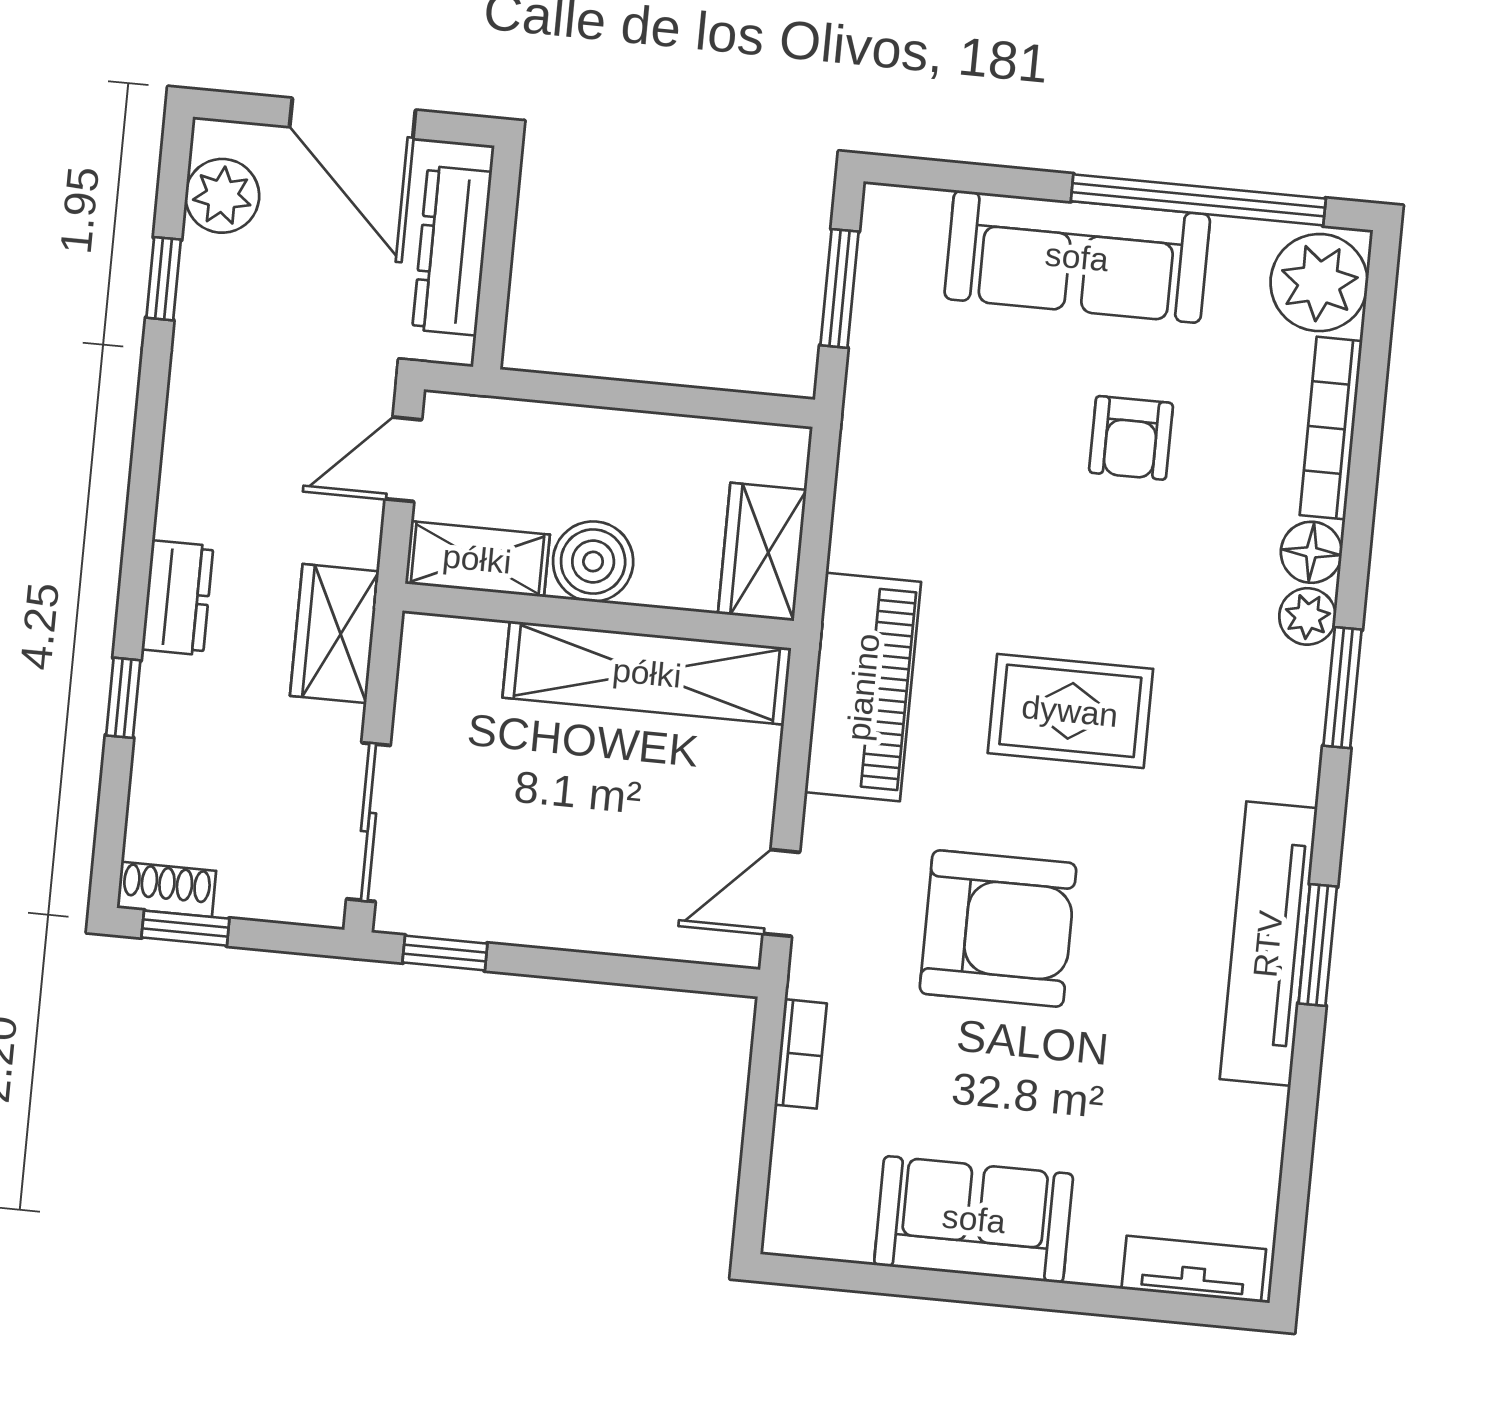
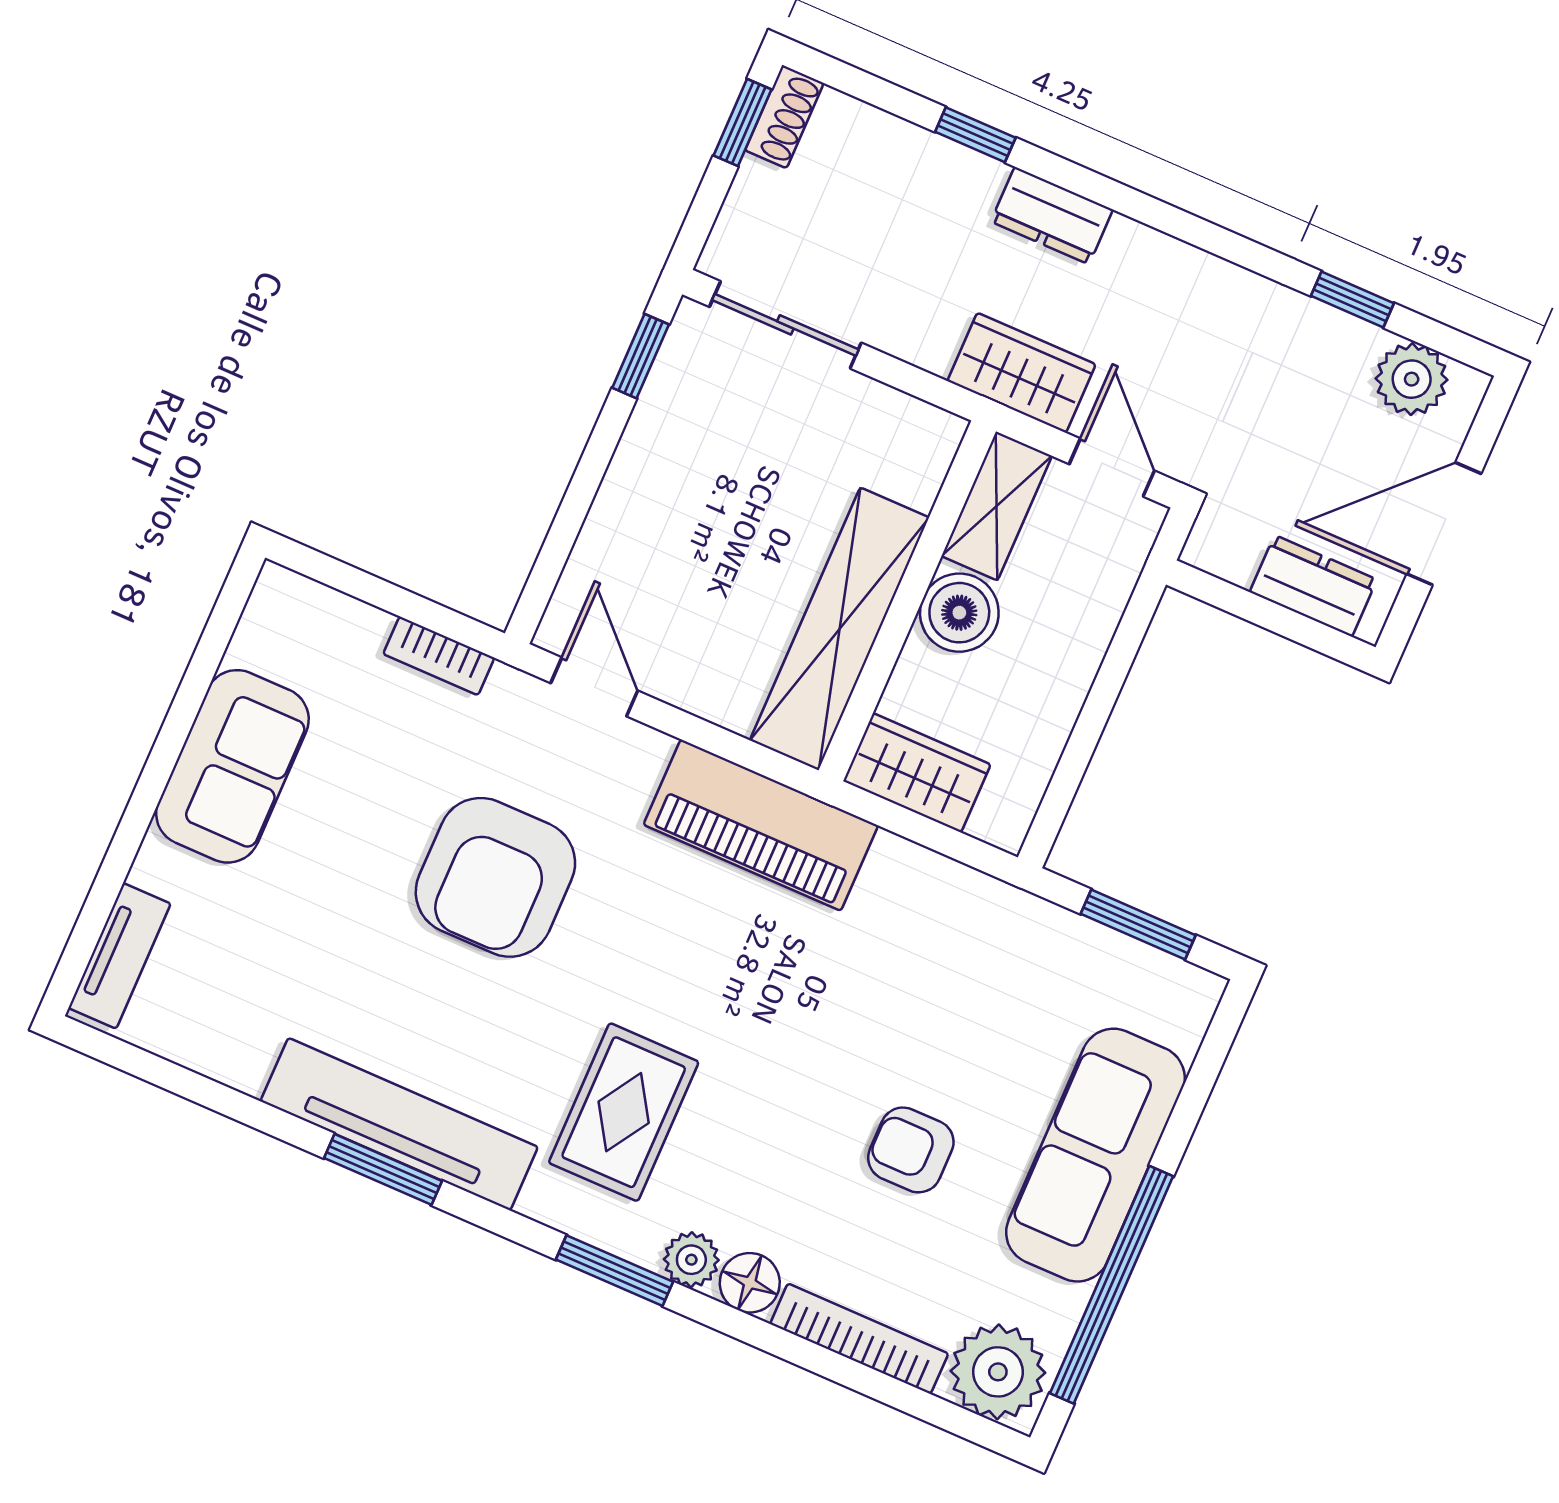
dresser: (452, 251) -> (1313, 586), width x0.70
wardrobe: (335, 634) -> (1022, 373), moved
rug: (1070, 711) -> (624, 1112), moved

